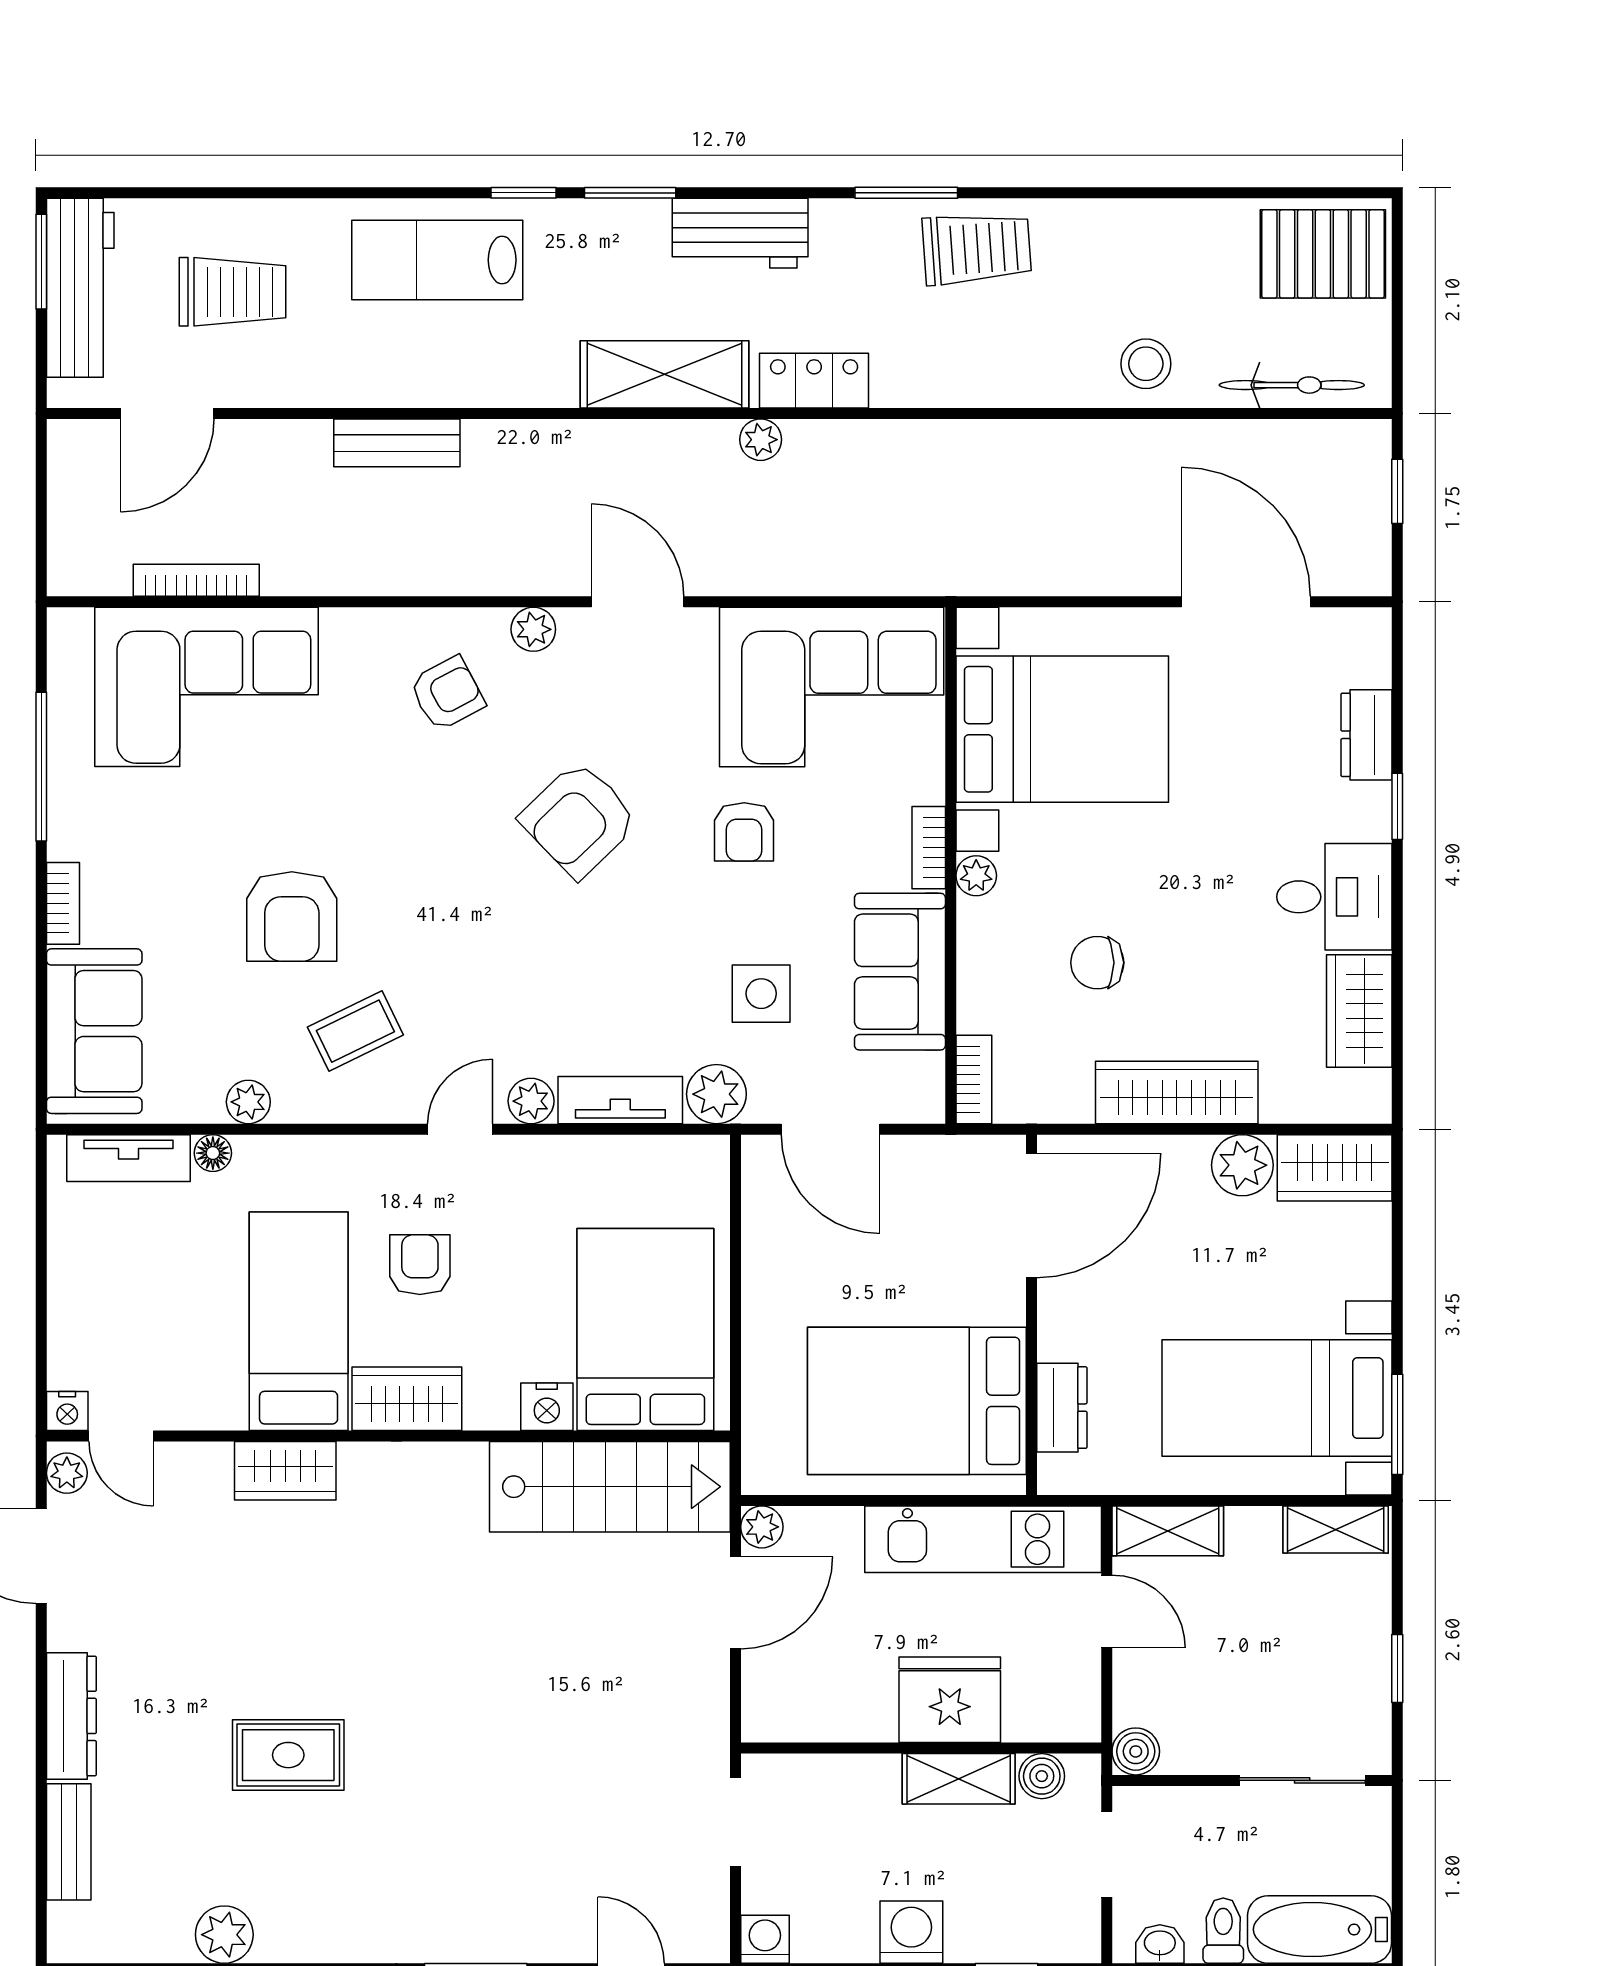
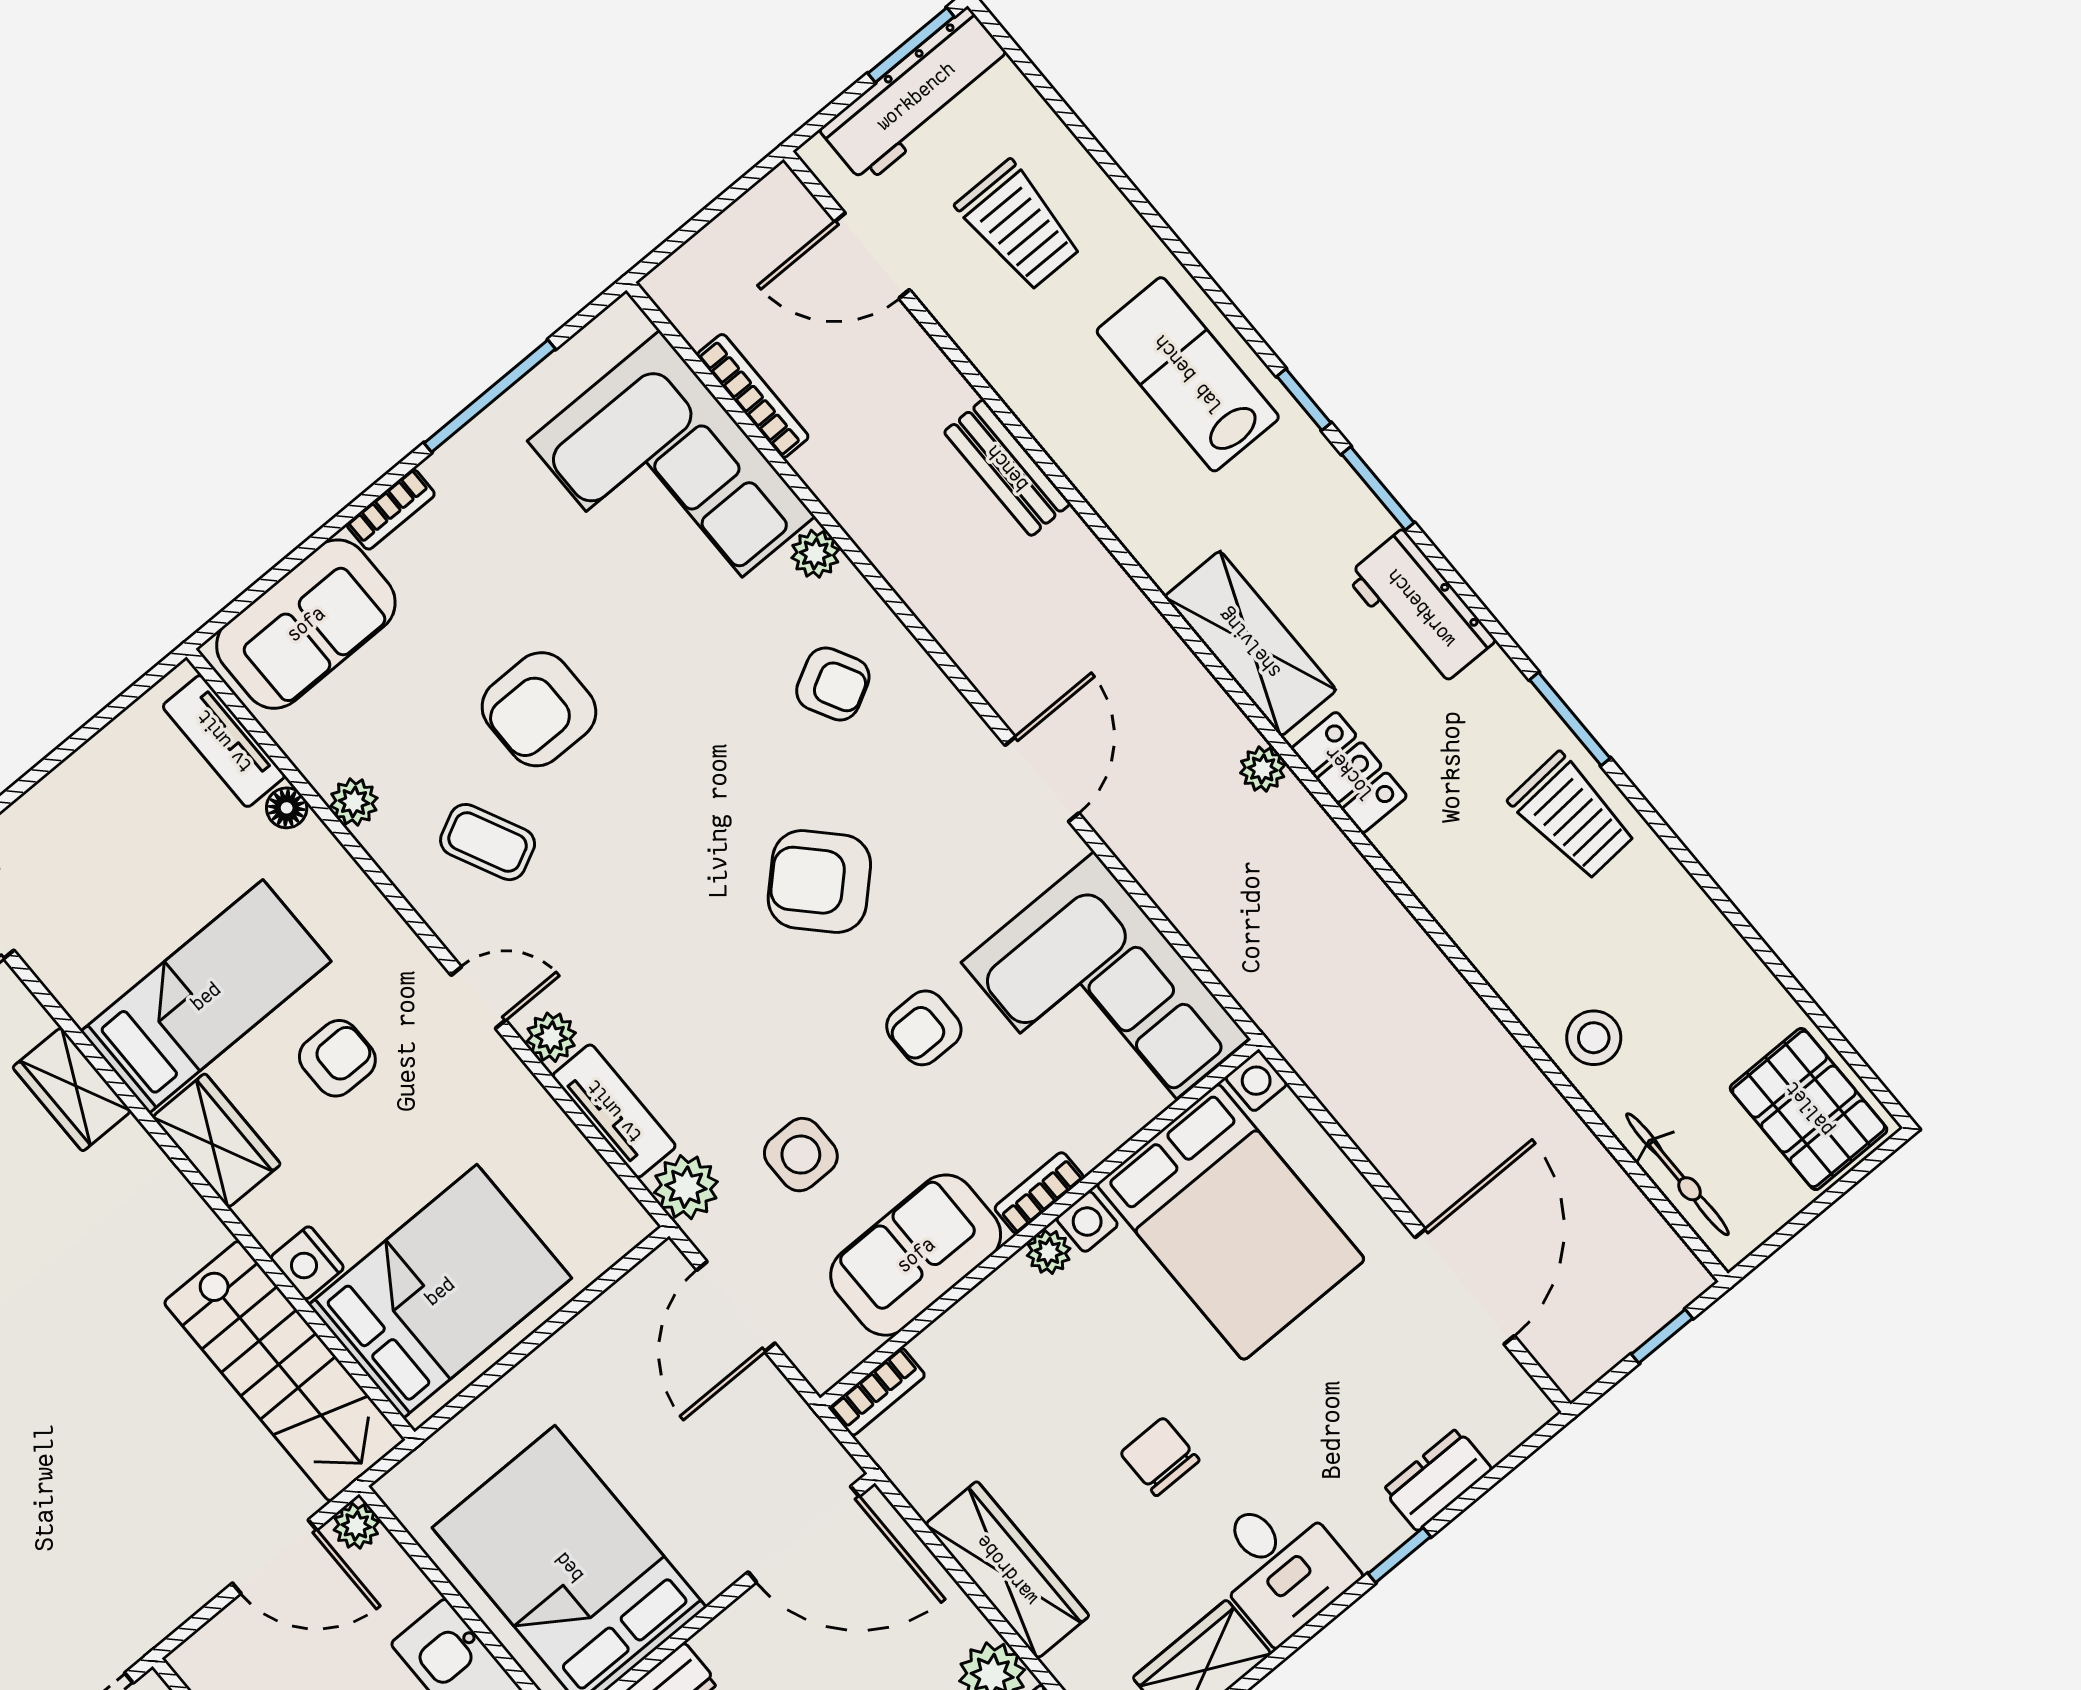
plant: (533, 629) -> (815, 554), moved
chair: (1097, 963) -> (1160, 1457), moved

